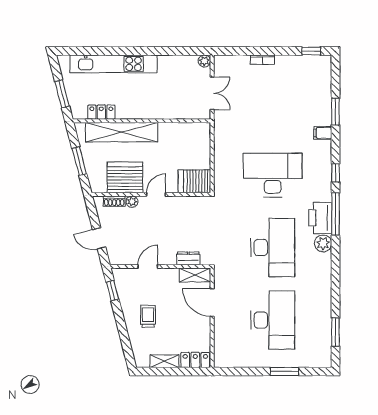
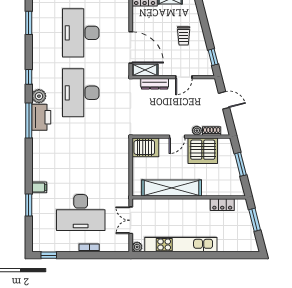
kitchen unit: (114, 64) -> (181, 245), moved
shelving: (122, 132) -> (172, 188), moved
window: (335, 173) -> (29, 77), moved
desk: (273, 175) -> (81, 213), moved
dresser: (188, 258) -> (155, 84), width x1.44
door: (212, 302) -> (131, 47), width x1.36

